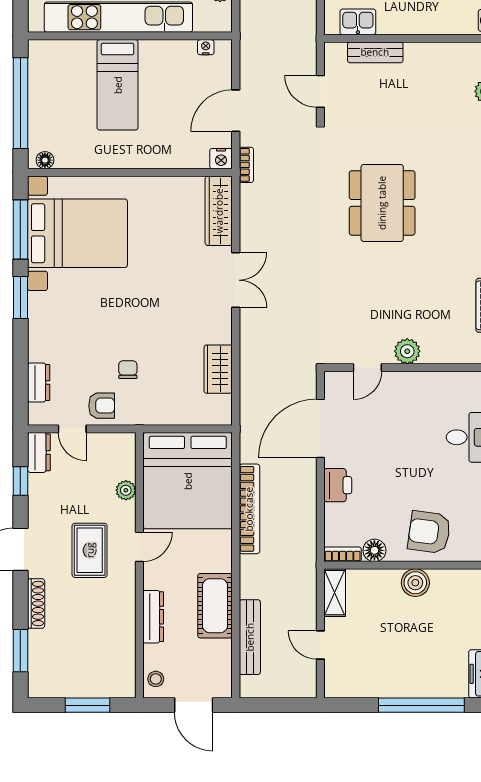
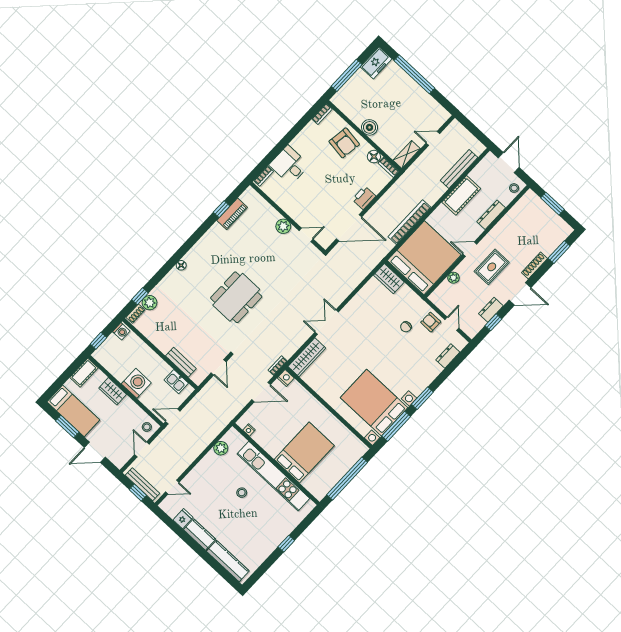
bed: (118, 85) -> (304, 452), width x1.50
floor lamp: (45, 160) -> (359, 445), removed
wardrobe: (218, 369) -> (389, 279), moved, turned 90
dresser: (39, 452) -> (491, 310), moved
door: (320, 645) -> (433, 138), swing flipped

